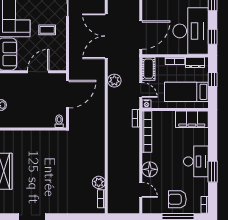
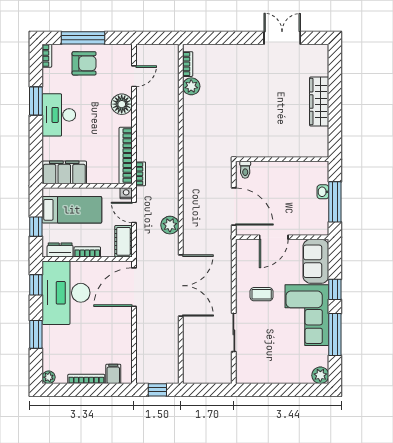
door: (67, 94) -> (234, 207), swing flipped
door: (141, 190) -> (134, 76), swing flipped

